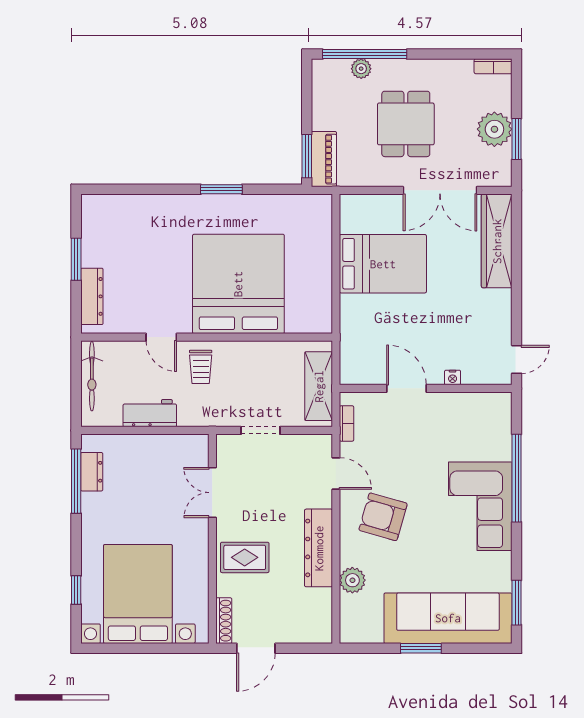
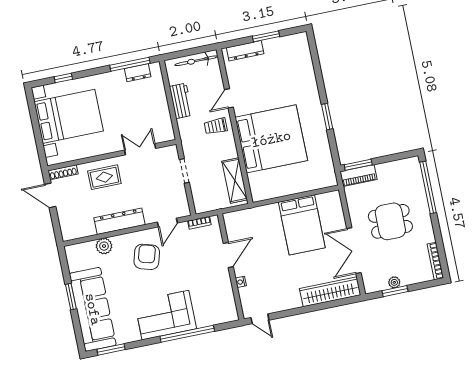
bookcase: (493, 66) -> (435, 261), width x1.56
plant: (361, 69) -> (419, 187), removed
plant: (494, 129) -> (394, 282), width x0.53, depth x0.53
shelving: (319, 386) -> (235, 180), moved, turned 90
rug: (245, 557) -> (104, 177), turned 90

